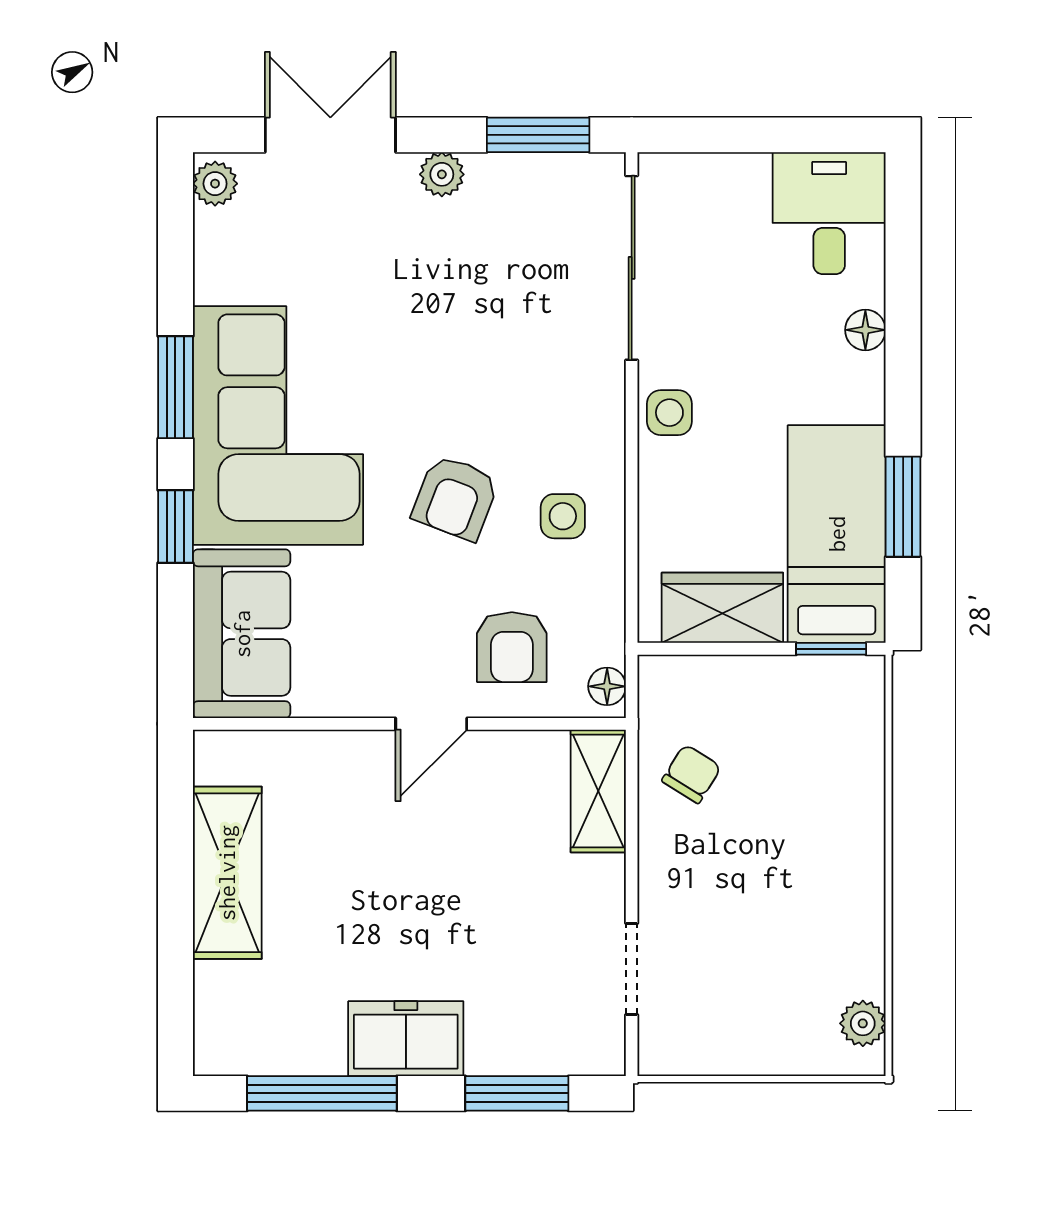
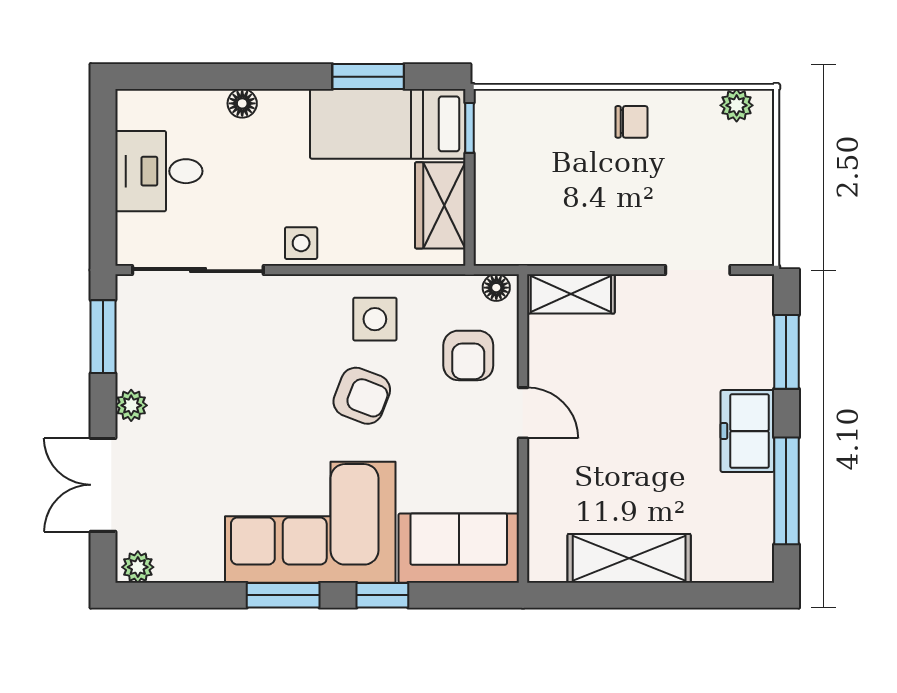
desk: (829, 213) -> (159, 171), moved
side table: (563, 516) -> (375, 319), width x1.37, depth x1.37
armchair: (512, 647) -> (468, 355), turned 90
chair: (691, 774) -> (631, 122), moved, turned 148

